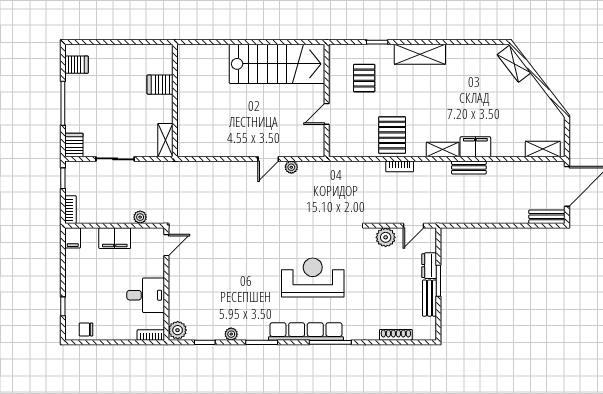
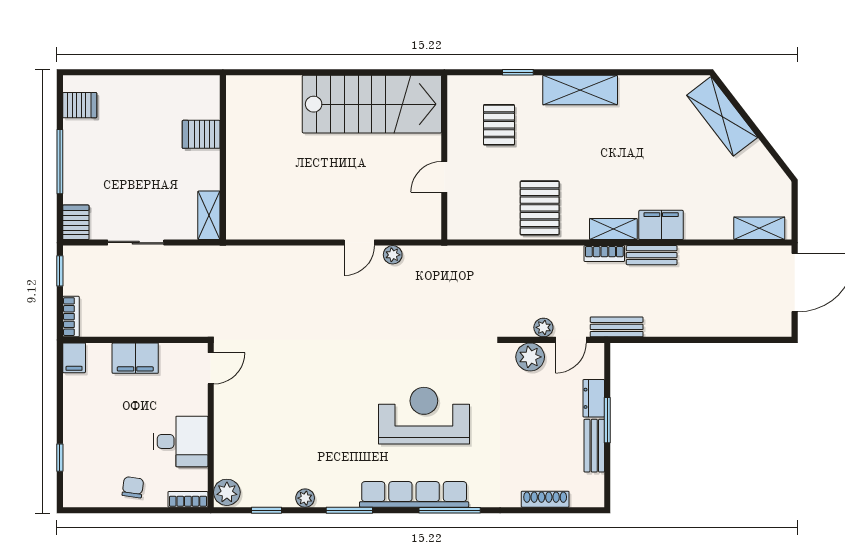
shelving: (514, 64) -> (722, 116), width x1.50, depth x1.33
bookcase: (400, 166) -> (604, 254), moved
plant: (140, 217) -> (543, 327), moved
bench: (547, 217) -> (617, 327), moved
chair: (86, 329) -> (133, 487), moved, turned 98

